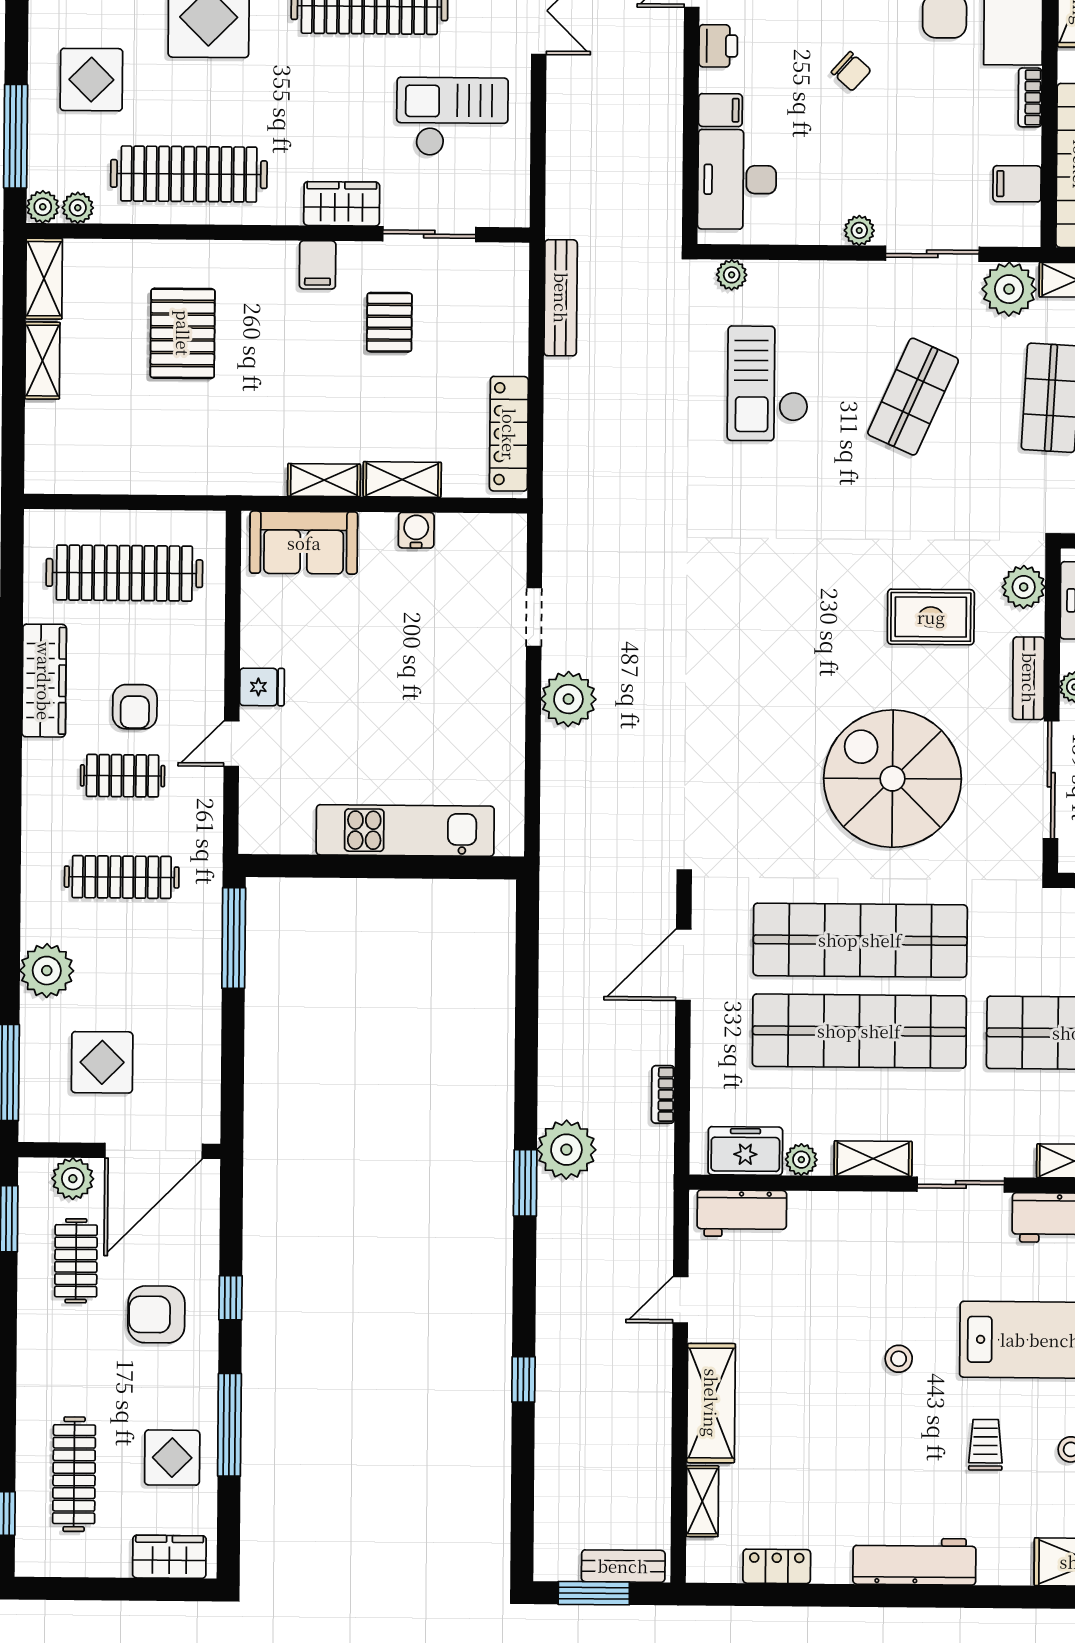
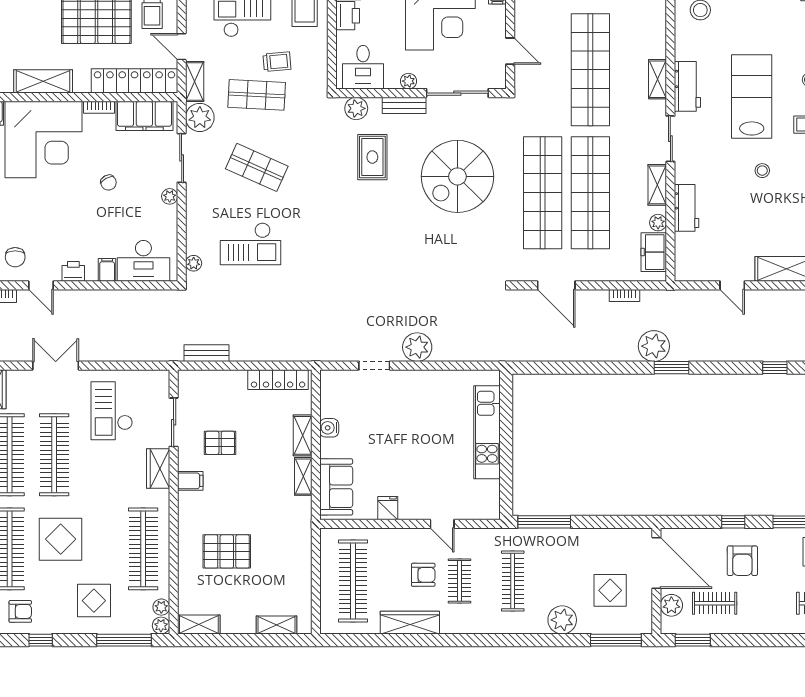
chair: (851, 71) -> (108, 183), moved, turned 110
filing cabinet: (1017, 184) -> (144, 116), width x3.00, depth x1.17
bench: (561, 298) -> (206, 353), width x0.73
shelving: (42, 361) -> (277, 625), moved
fridge: (262, 687) -> (388, 508), moved
workbench: (742, 1213) -> (687, 208), moved

